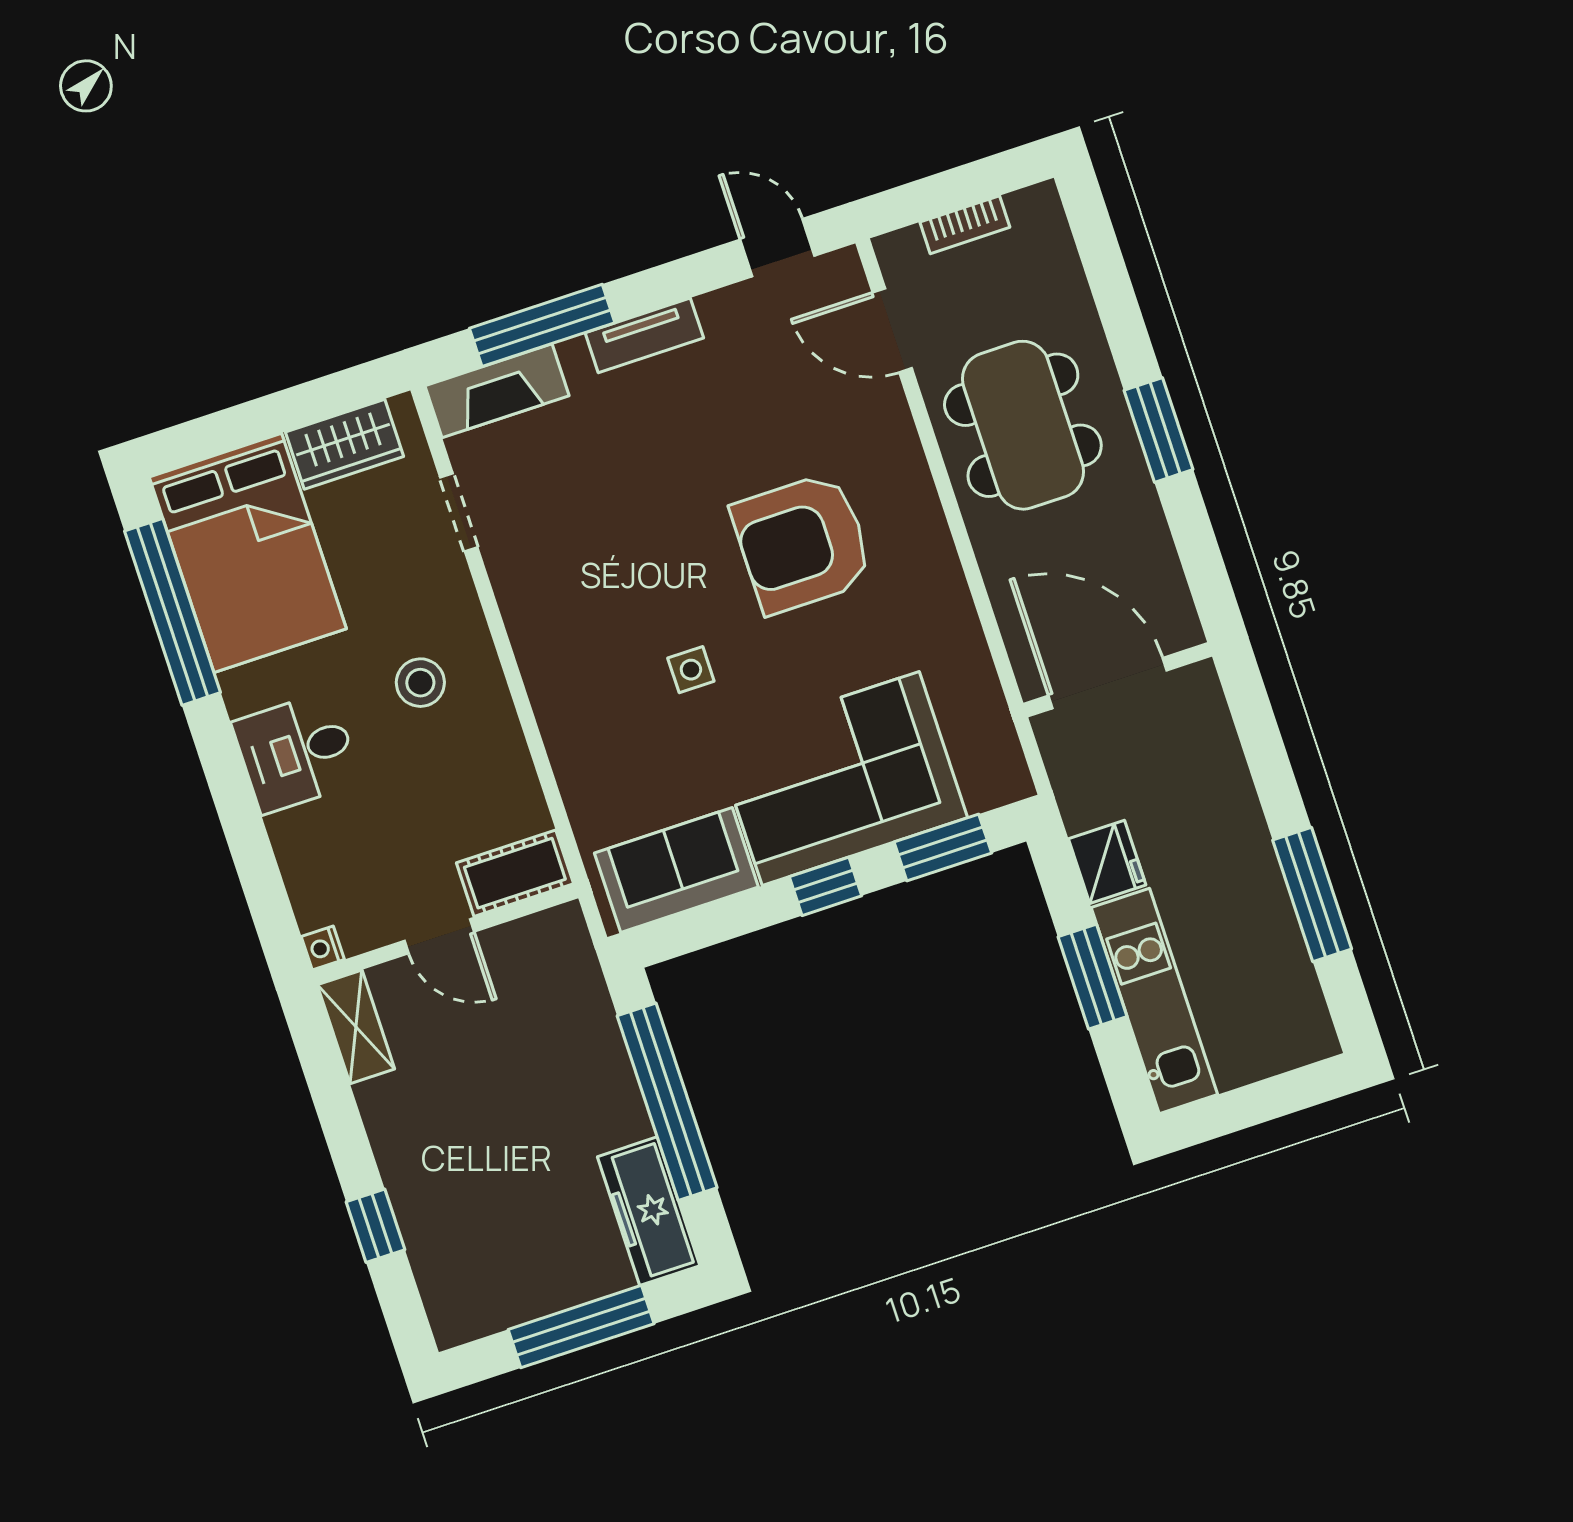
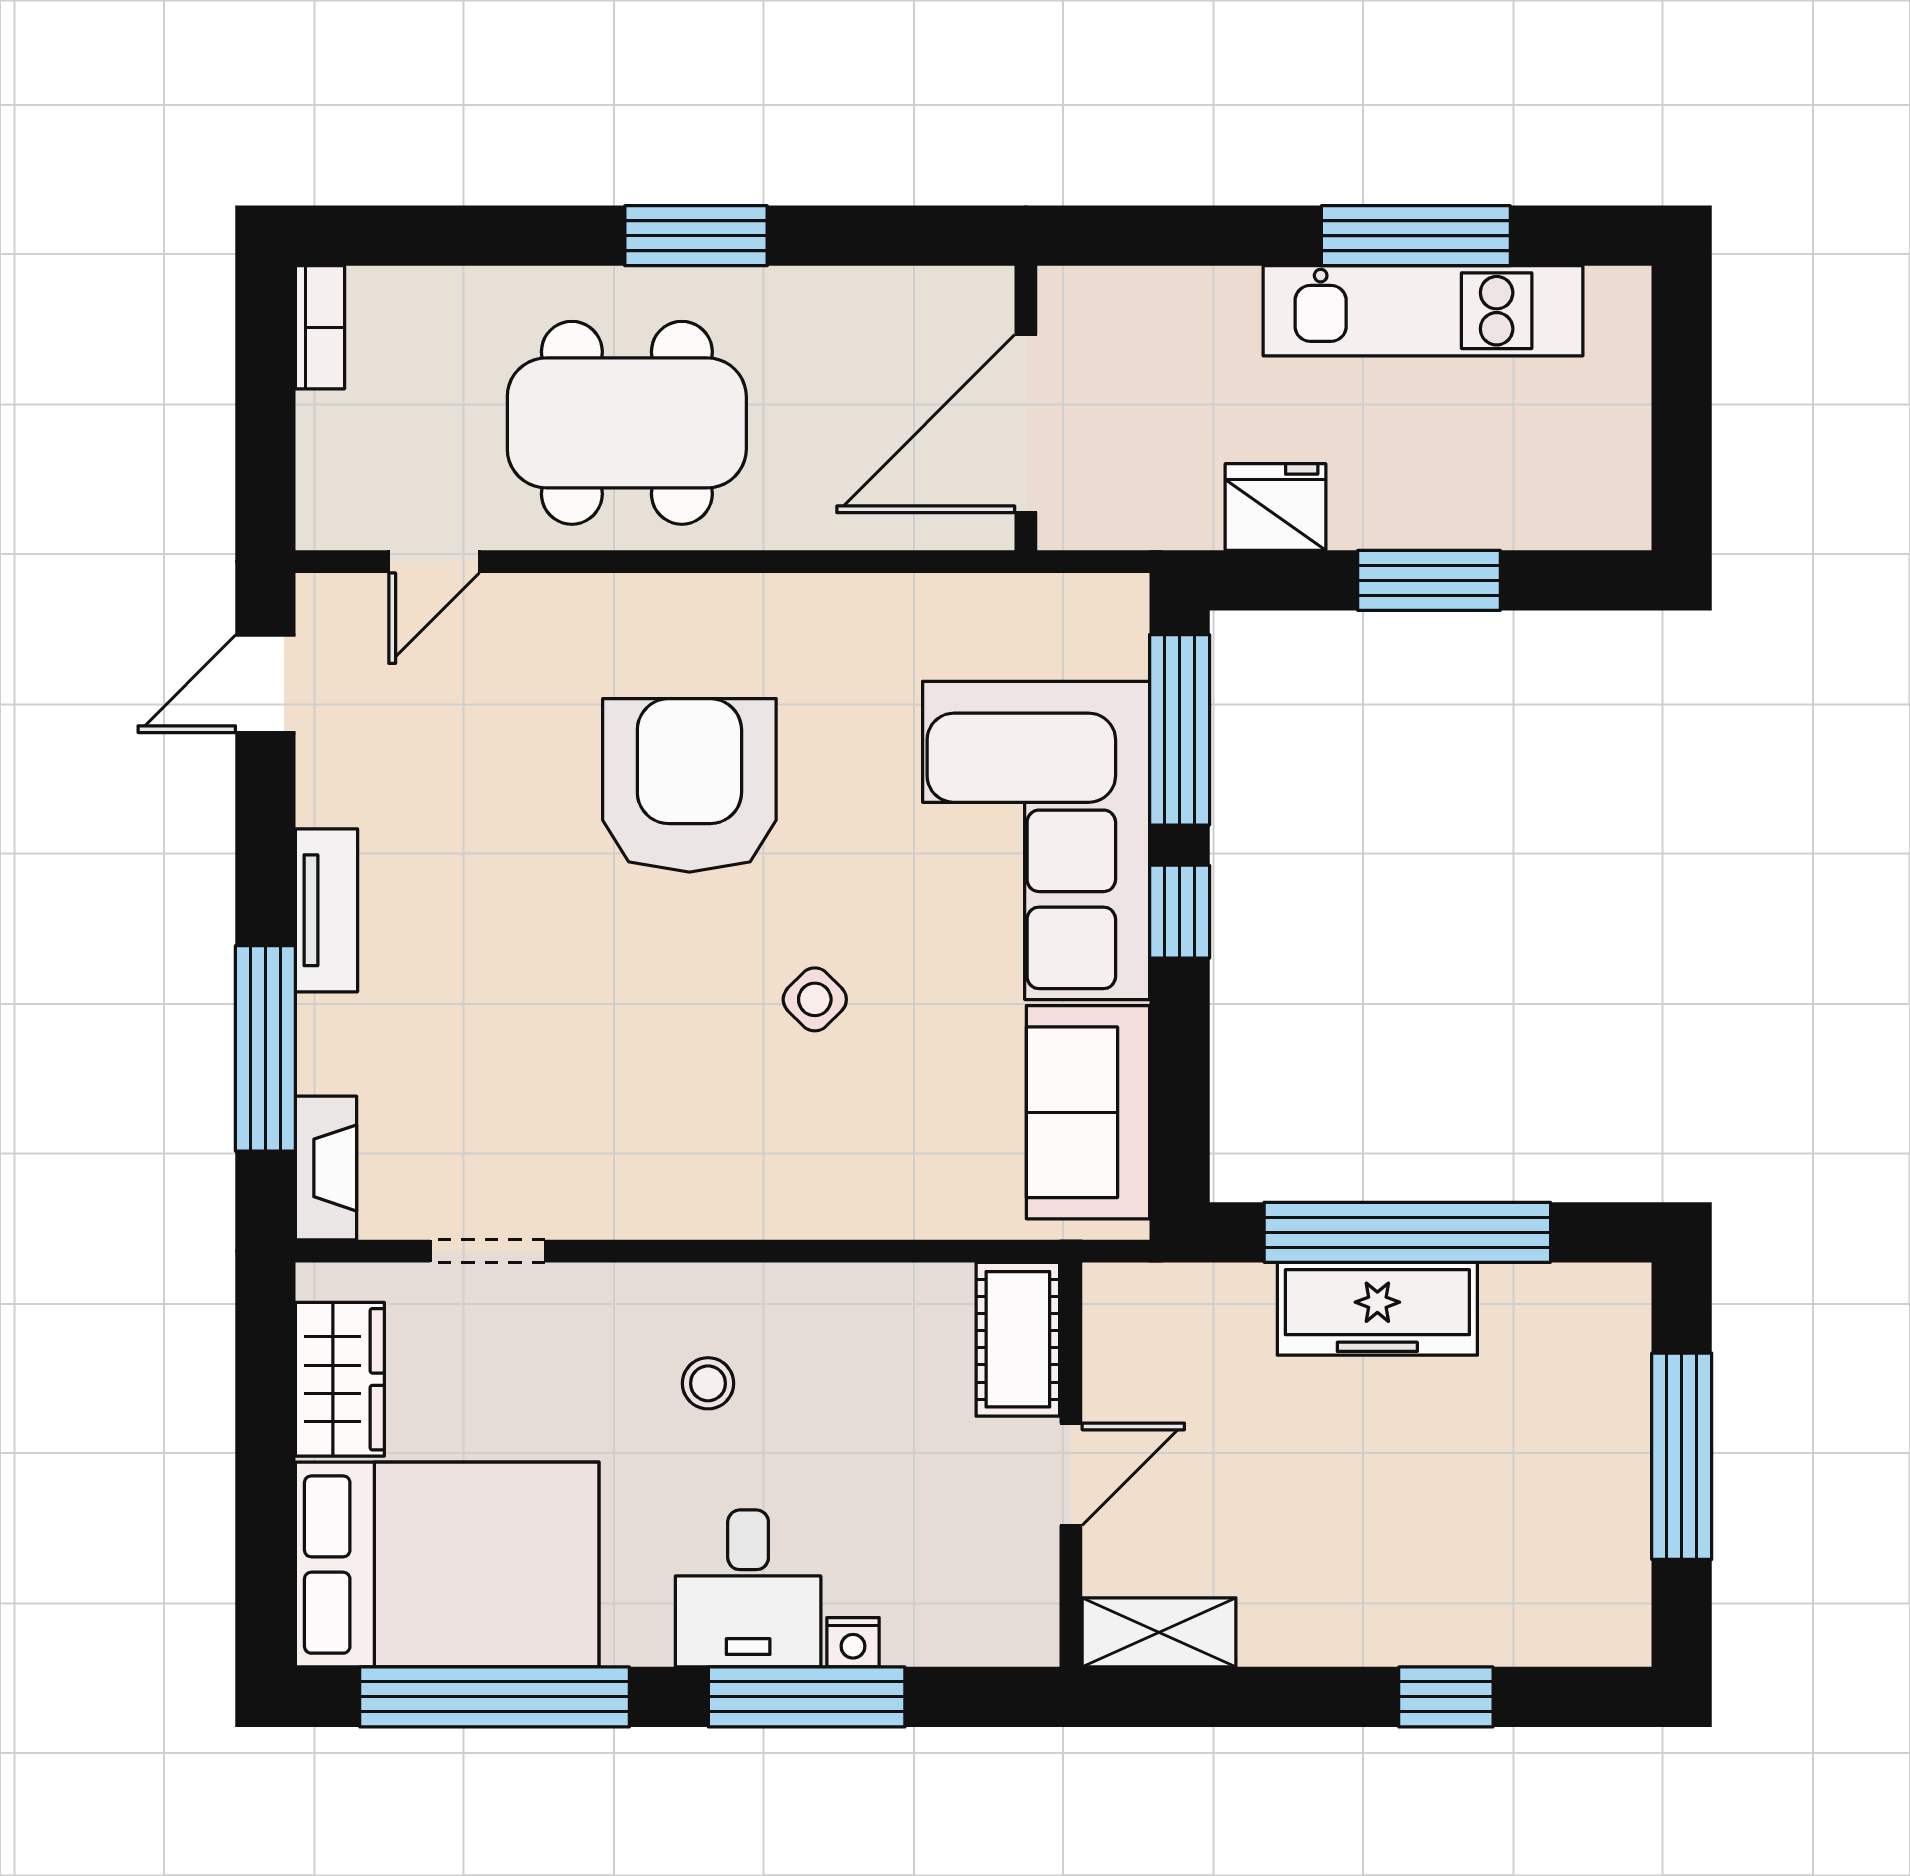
bookcase: (965, 225) -> (320, 327), moved
door: (892, 330) -> (434, 562), width x0.73
fireplace: (497, 391) -> (326, 1168), width x0.73, depth x0.76
armchair: (802, 543) -> (689, 785), turned 180
side table: (691, 670) -> (815, 999), turned 45
stool: (420, 683) -> (708, 1383), width x0.73, depth x0.73
window: (239, 813) -> (807, 1697), added
window: (943, 847) -> (1180, 730), width x1.44
nightstand: (323, 948) -> (853, 1642), moved
kitchen unit: (1154, 1001) -> (1423, 311), moved, turned 180
freezer: (649, 1211) -> (1377, 1309), moved

